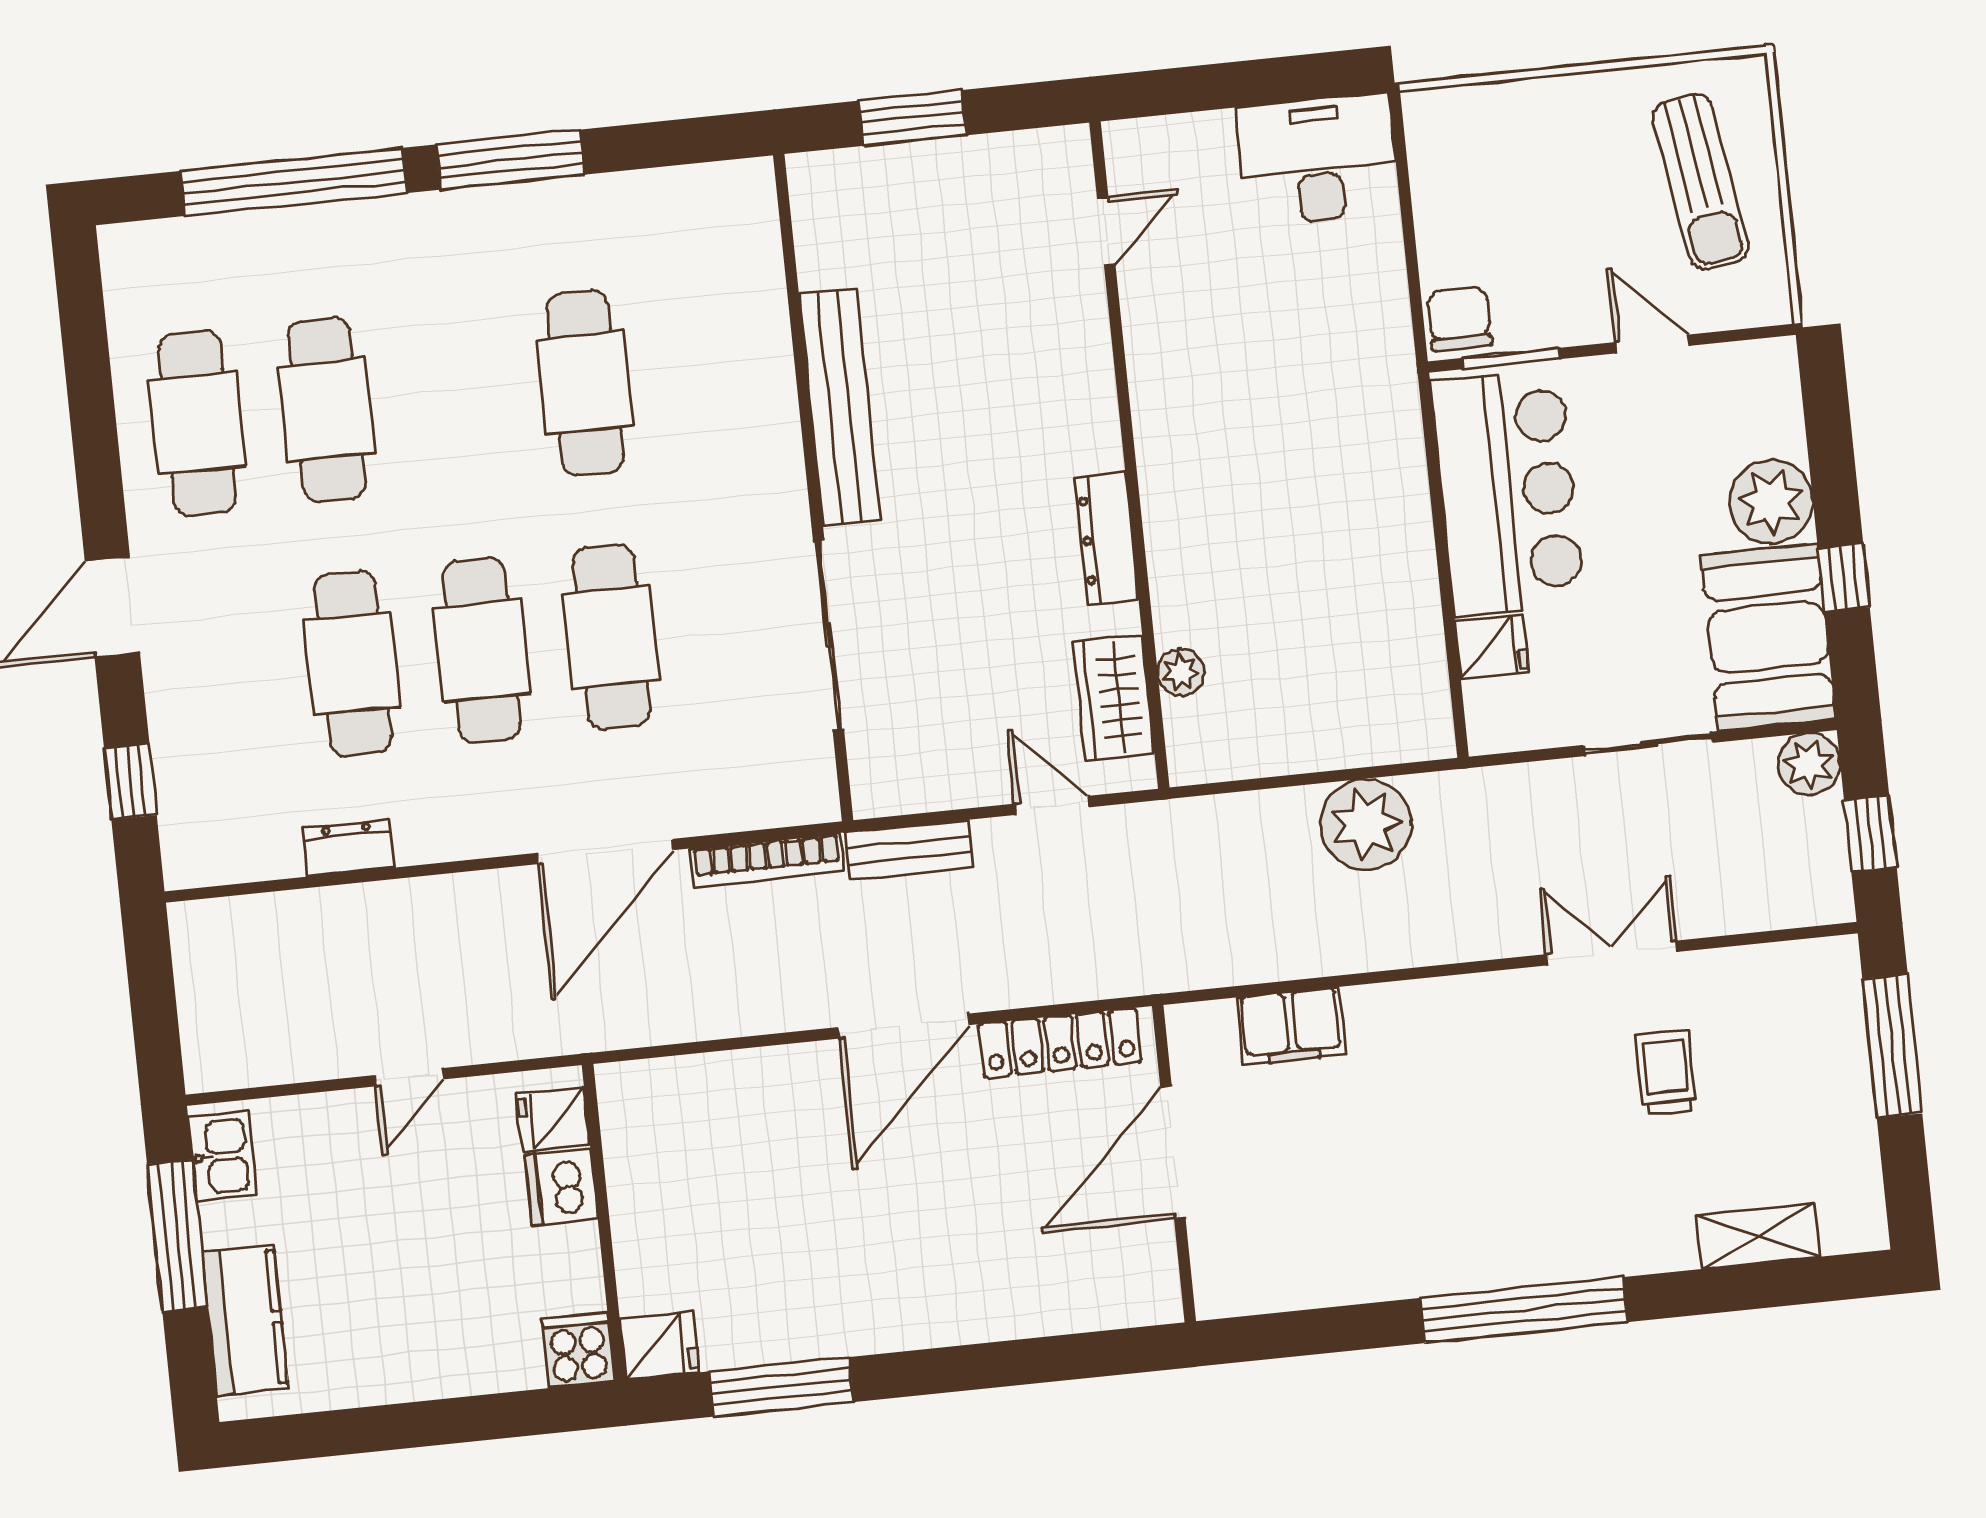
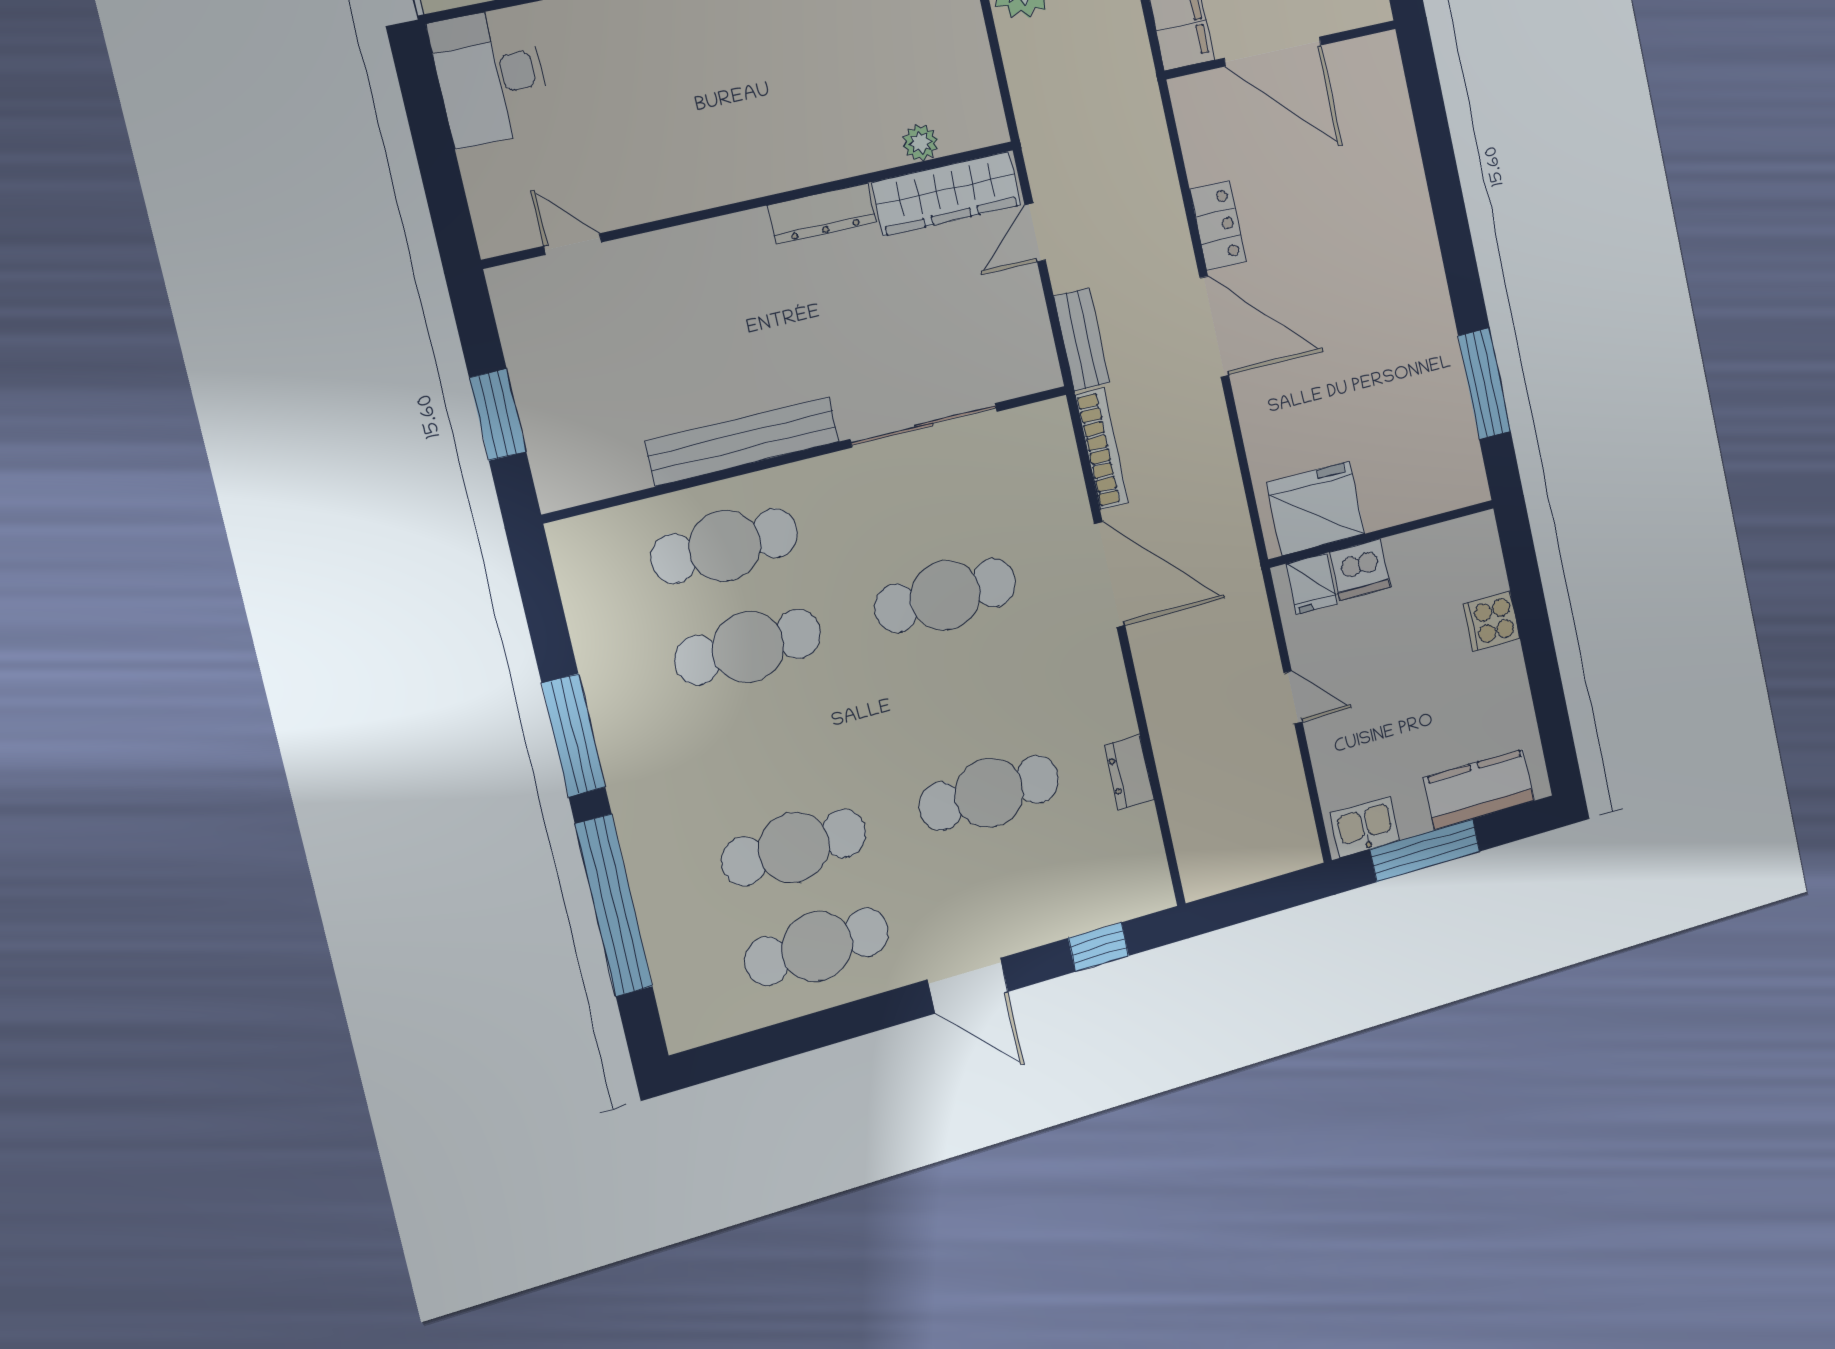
cafe table: (482, 650) -> (725, 546), moved
wardrobe: (1114, 698) -> (946, 194), width x1.50
locker: (1060, 1043) -> (1218, 226), width x0.66
door: (1173, 1152) -> (1273, 52), moved
wall: (1174, 1164) -> (1281, 50), moved
fridge: (659, 1346) -> (1316, 508), moved, width x1.88, depth x1.34
cooker: (578, 1350) -> (1491, 621), moved

